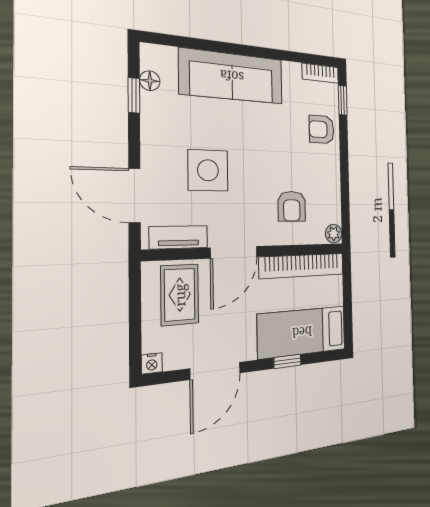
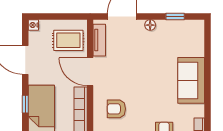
sofa: (232, 76) -> (191, 80), width x0.73
floor lamp: (150, 81) -> (150, 25), moved
side table: (208, 170) -> (136, 57), removed

